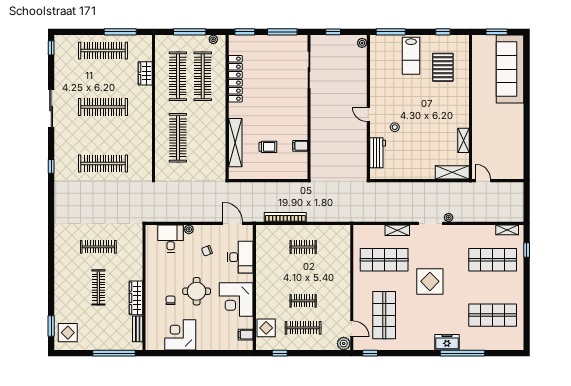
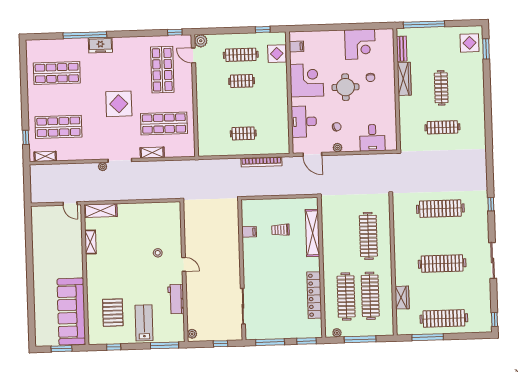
sofa: (510, 69) -> (71, 312), moved, turned 180
workbench: (378, 153) -> (176, 299), moved
plant: (189, 229) -> (338, 148), moved

